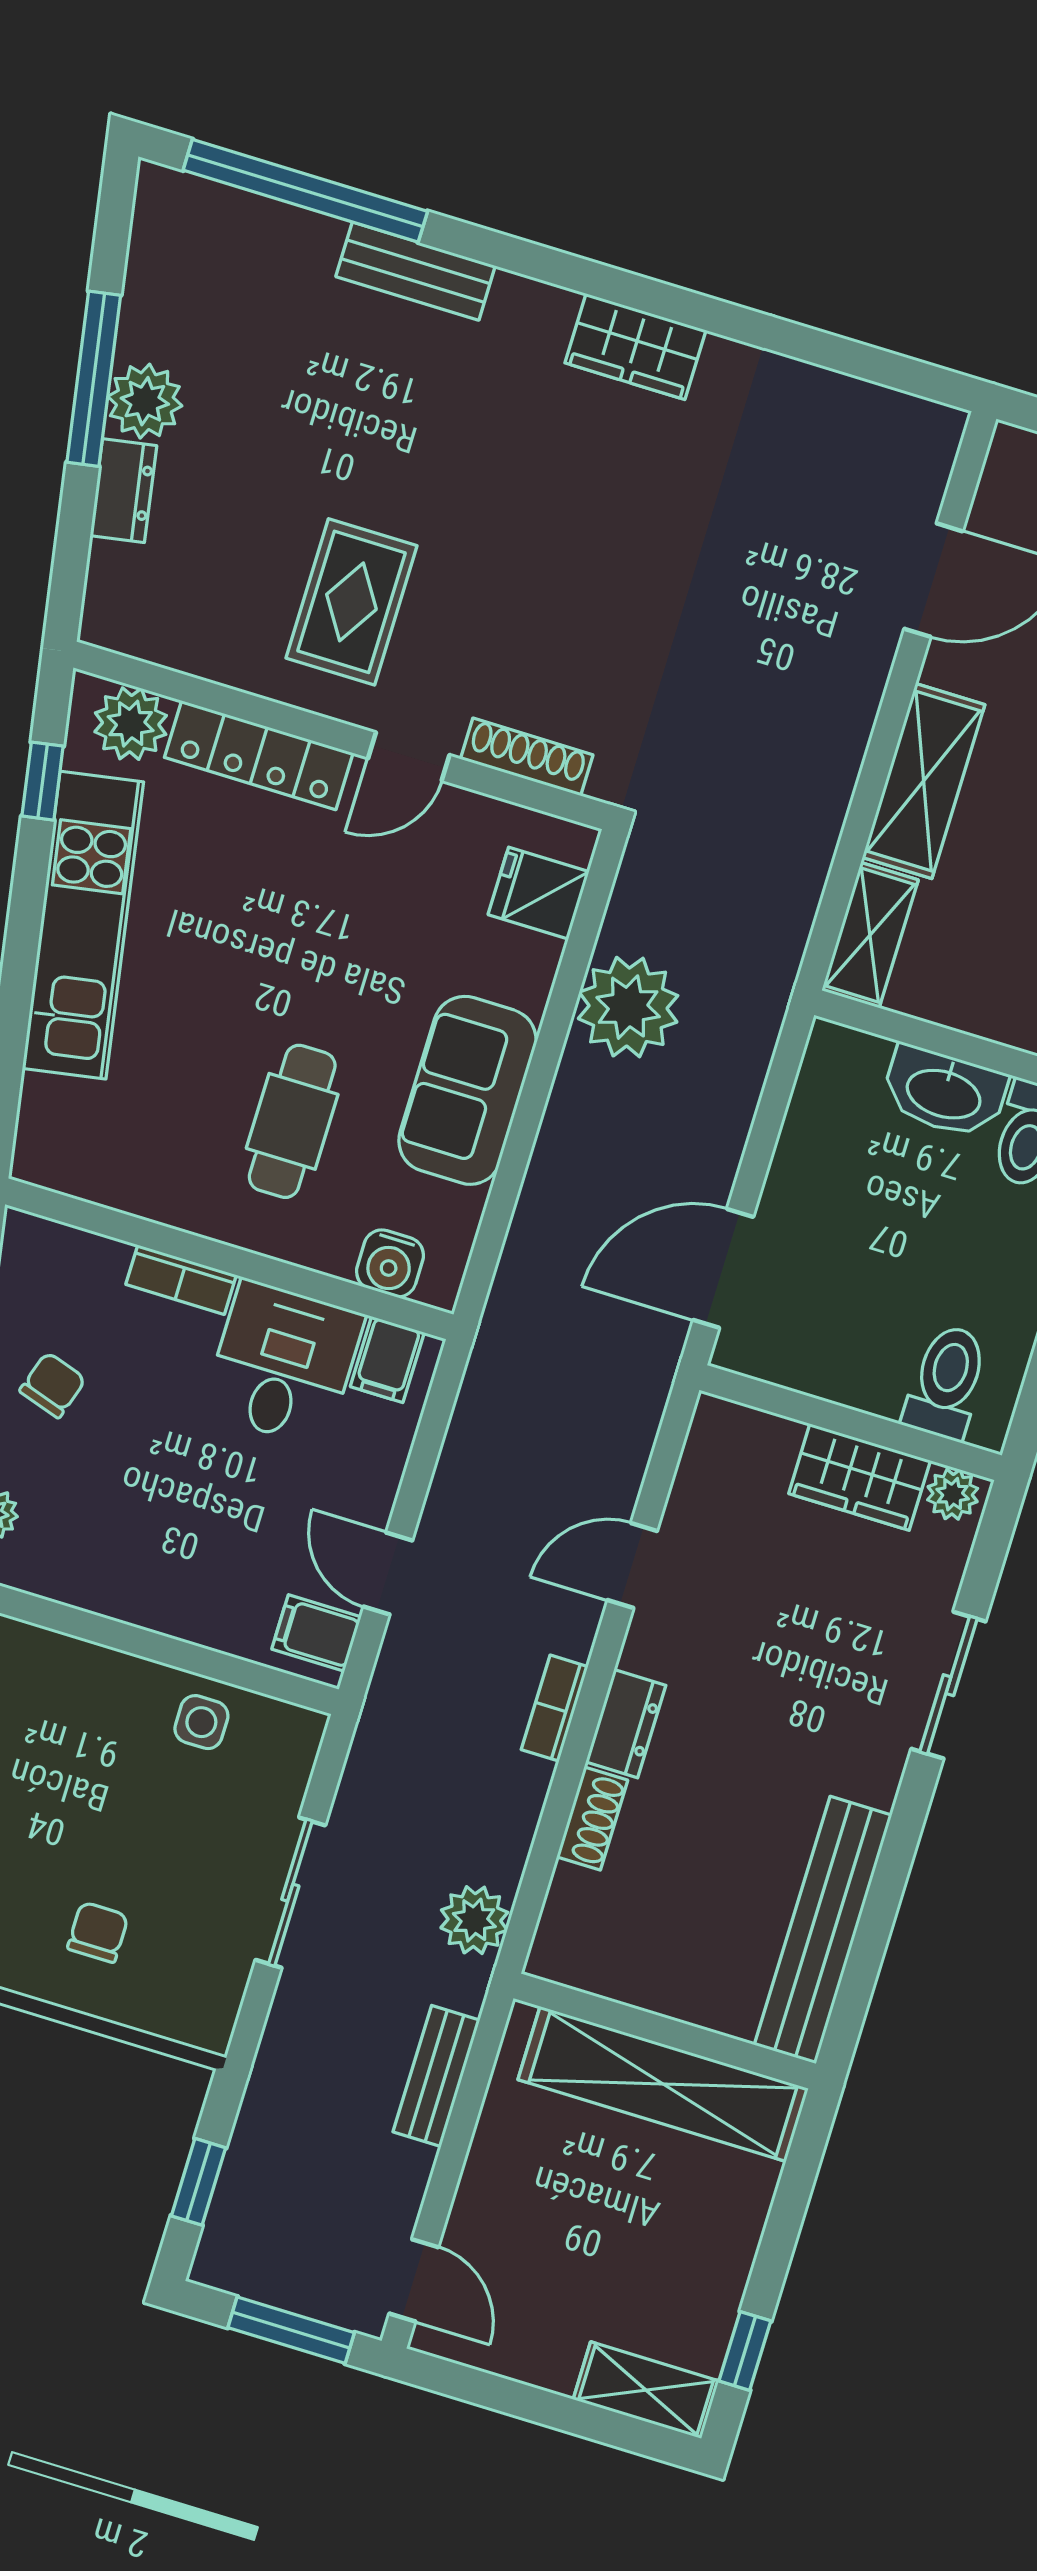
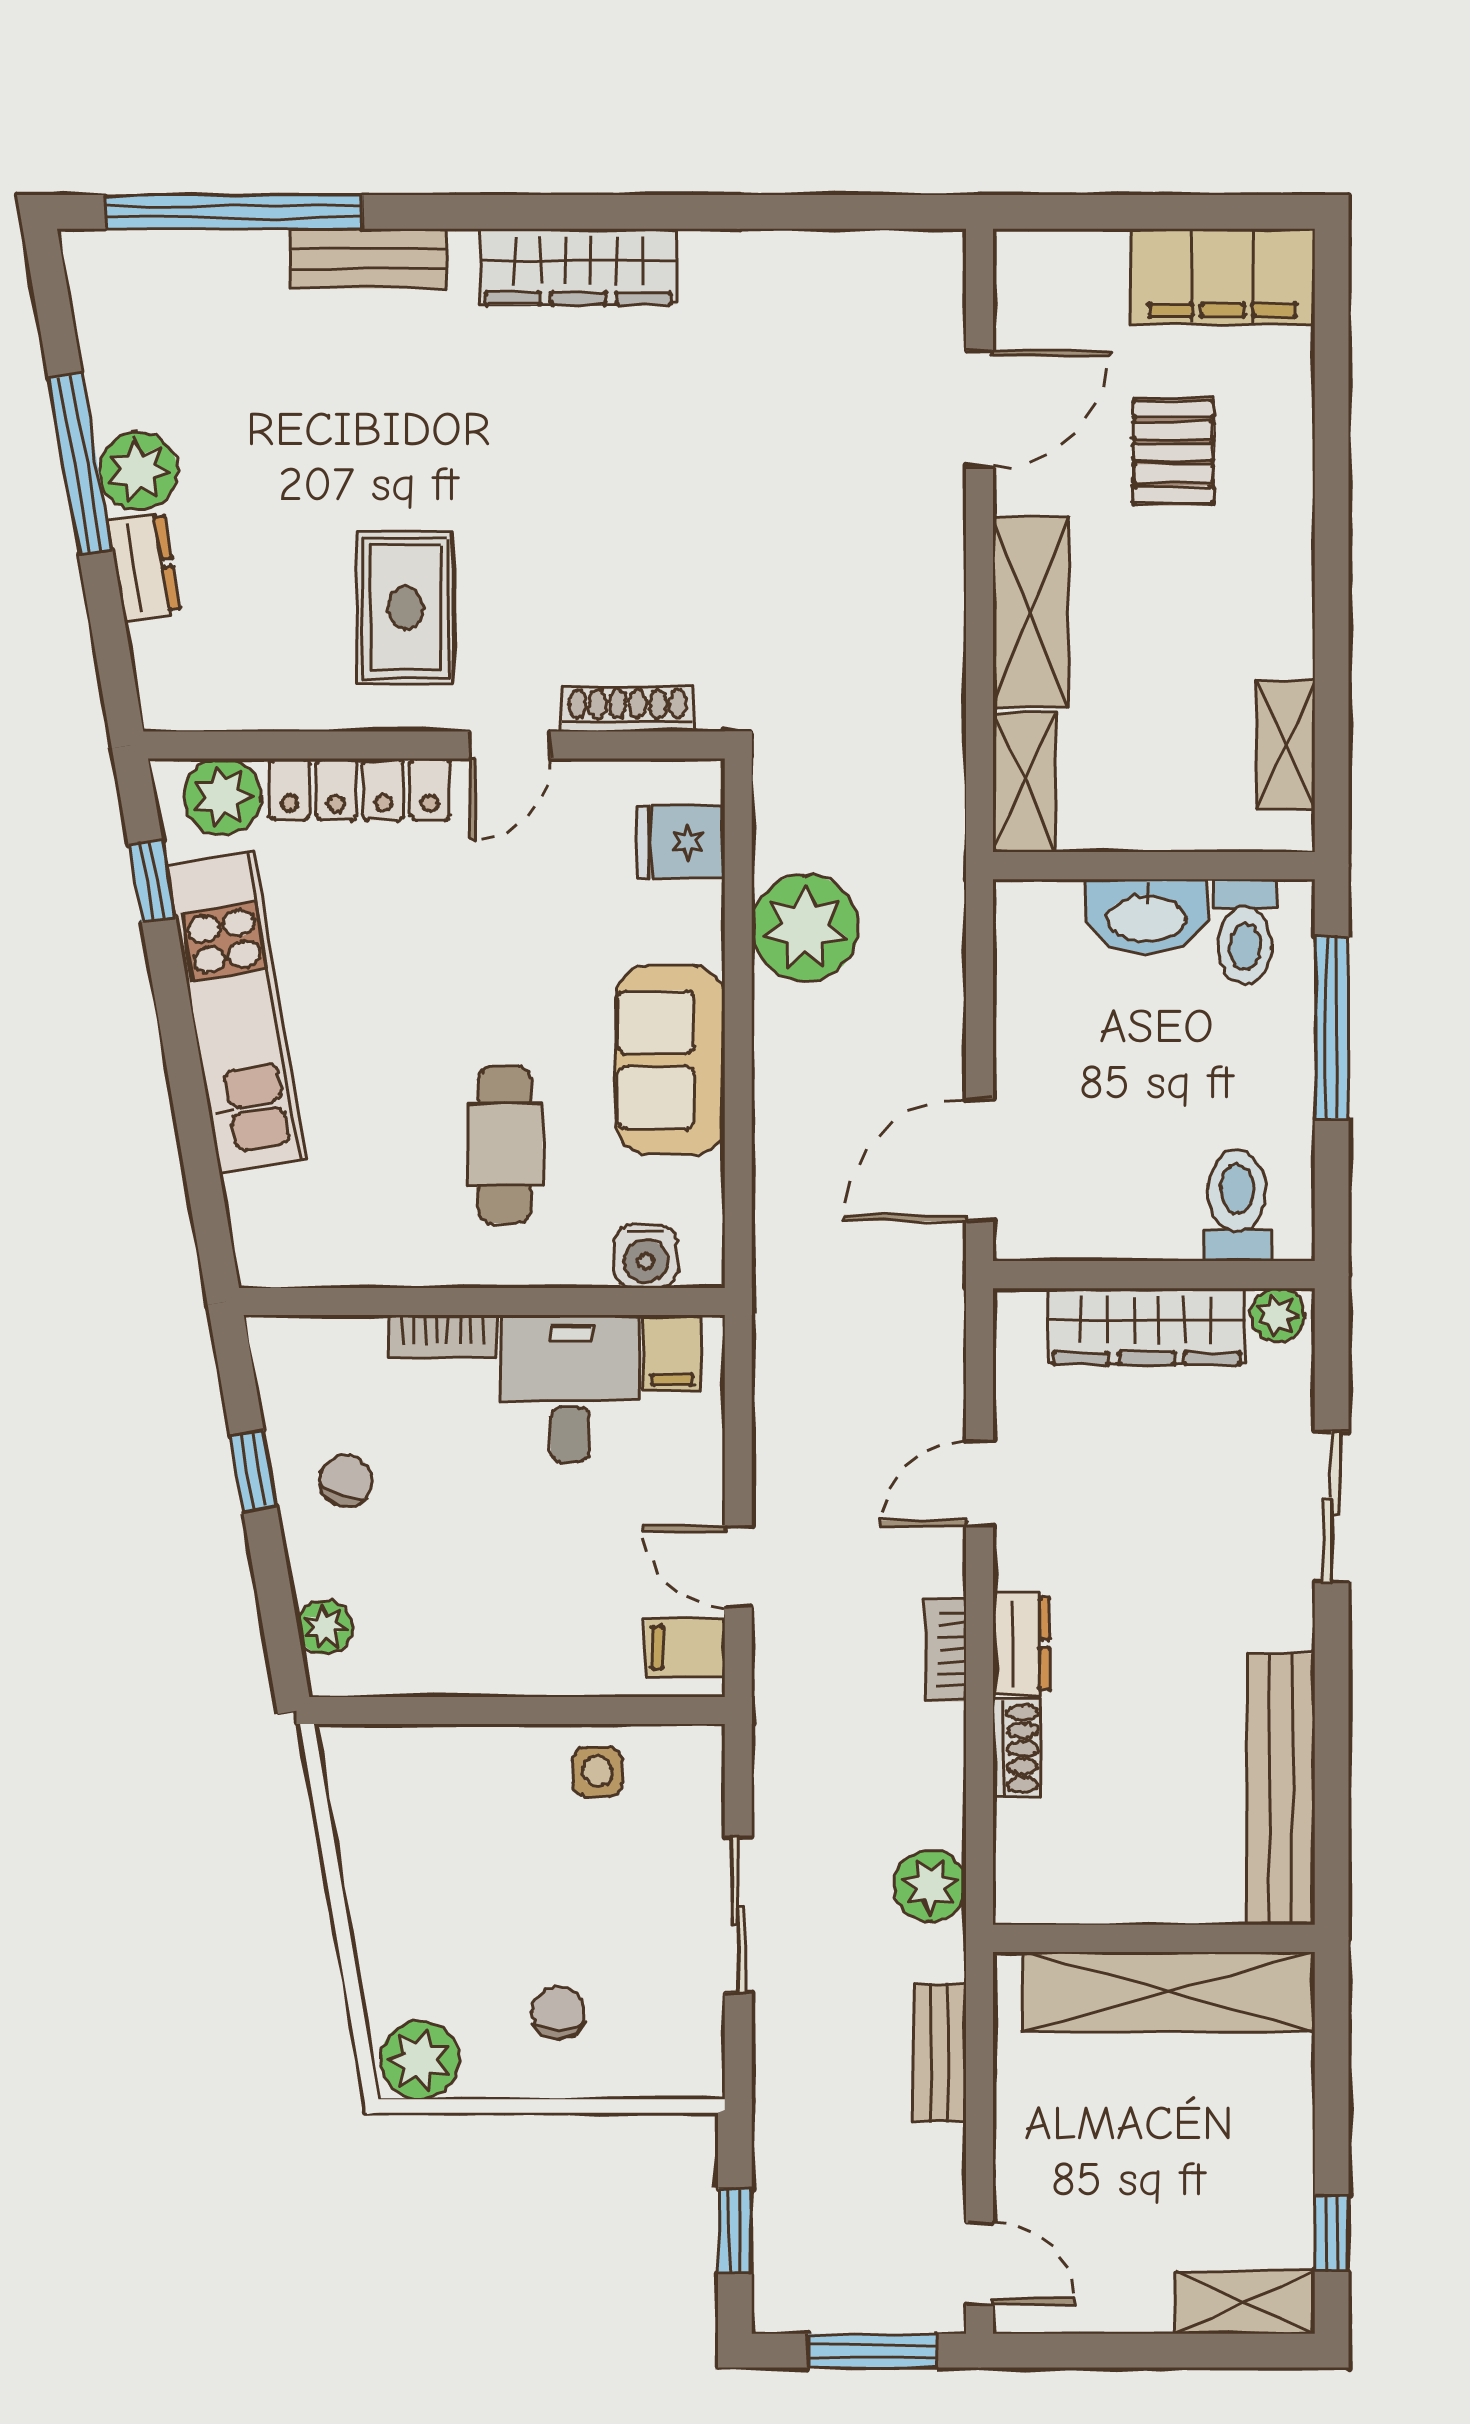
wardrobe: (635, 347) -> (578, 267), width x1.50
wardrobe: (860, 1477) -> (1146, 1326), width x1.50

